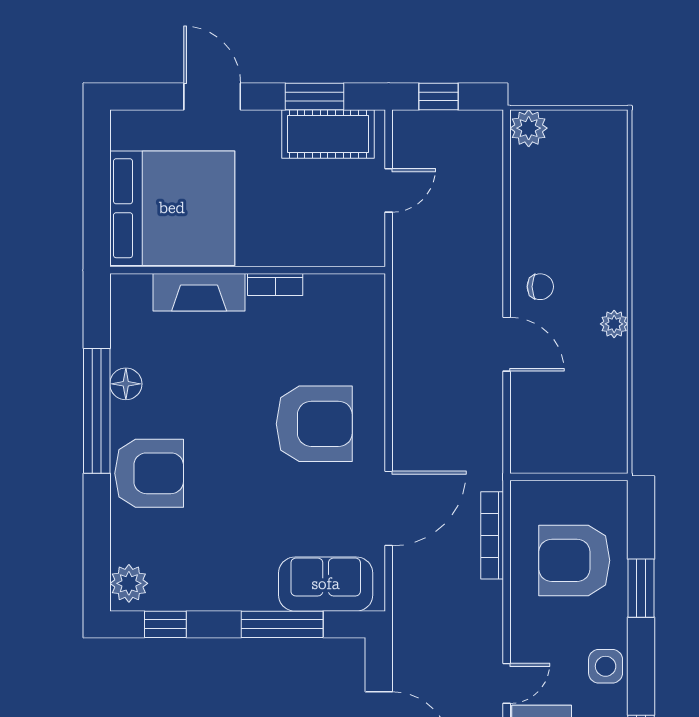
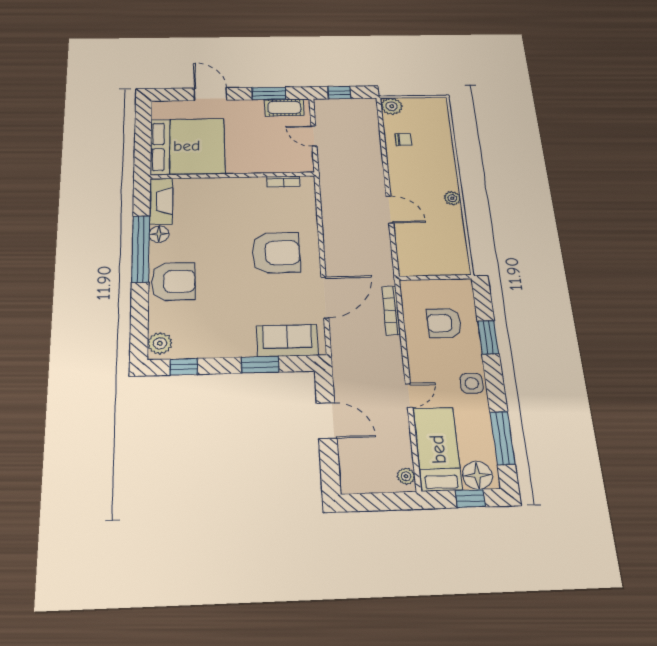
cot: (328, 134) -> (284, 107), width x0.73, depth x0.75
door: (389, 190) -> (314, 136), swing flipped
bookcase: (275, 285) -> (284, 182), moved
chair: (540, 287) -> (403, 140), moved
fireplace: (199, 292) -> (161, 201), moved, turned -90
armchair: (574, 560) -> (444, 323), width x0.73, depth x0.73
window: (282, 624) -> (260, 365), width x0.69

